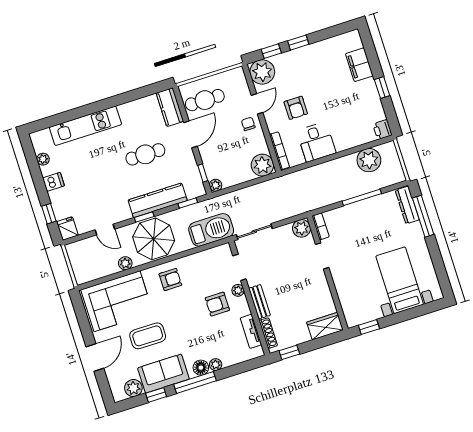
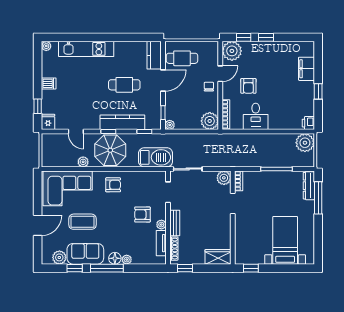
plant: (43, 159) -> (46, 46), moved
plant: (369, 160) -> (305, 143), moved
plant: (238, 290) -> (161, 225), moved

